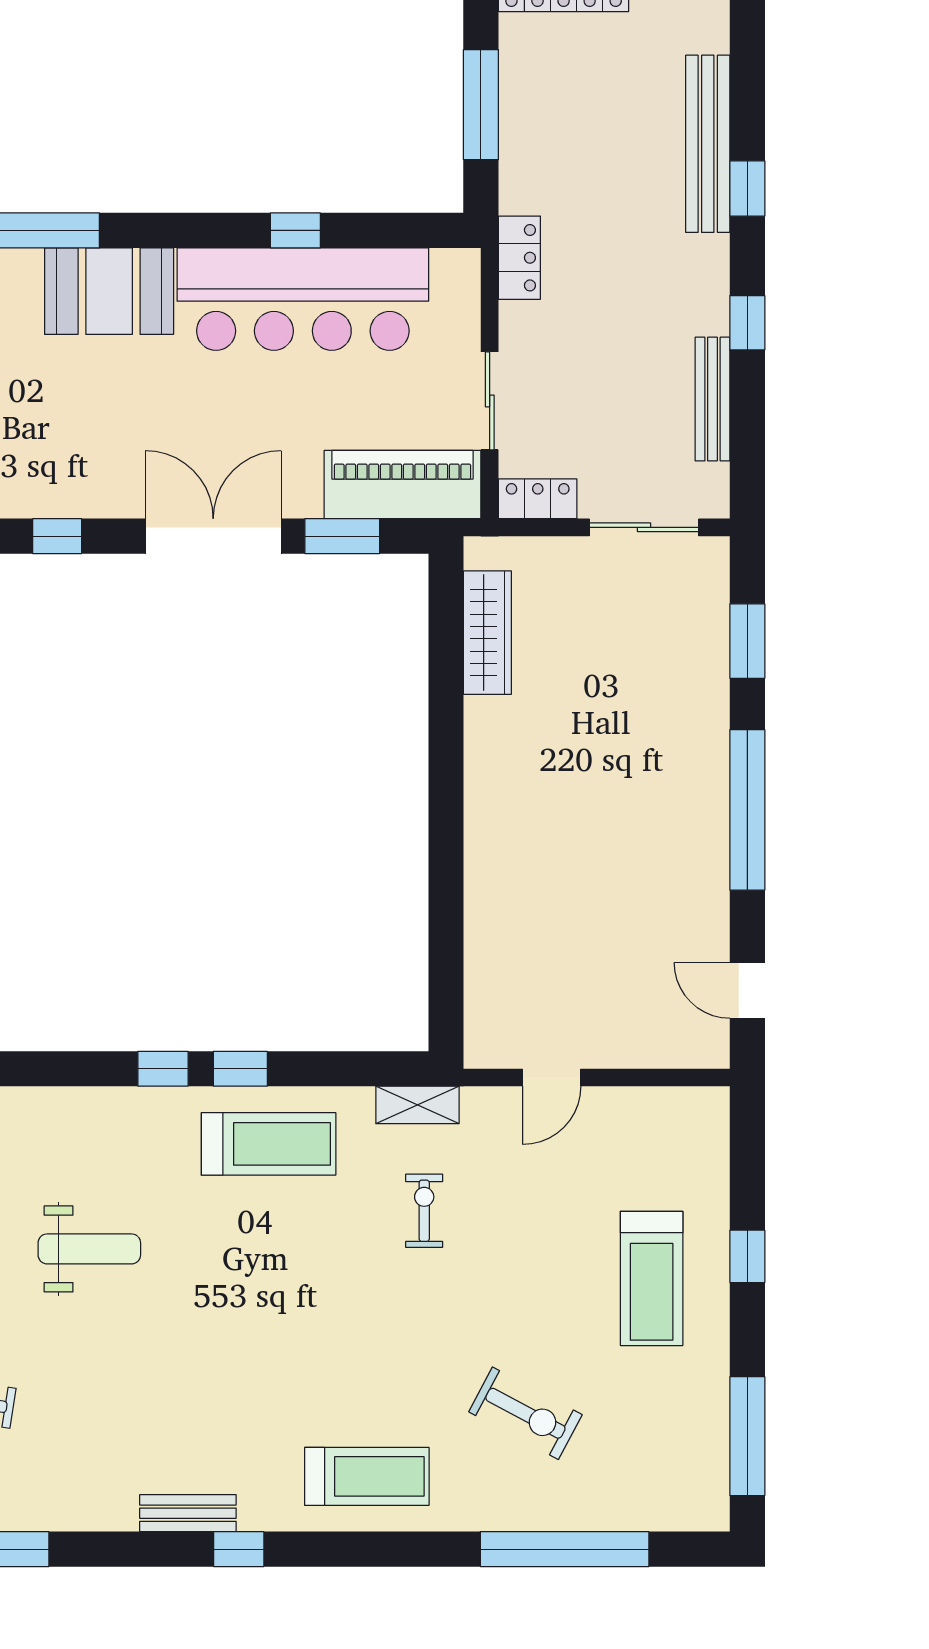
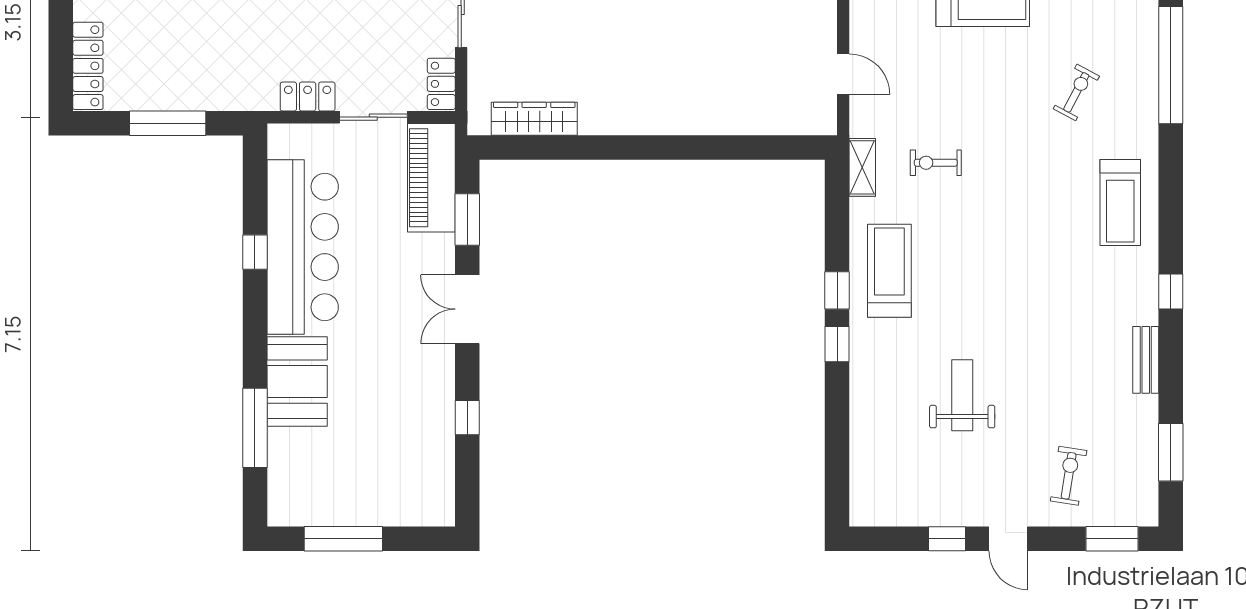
locker: (519, 258) -> (308, 97), moved
double door: (213, 536) -> (467, 309), width x0.73
exercise bike: (525, 1413) -> (1076, 92), width x0.73, depth x0.72
treadmill: (367, 1476) -> (1120, 202), turned 180
bench: (188, 1513) -> (1146, 360), moved

